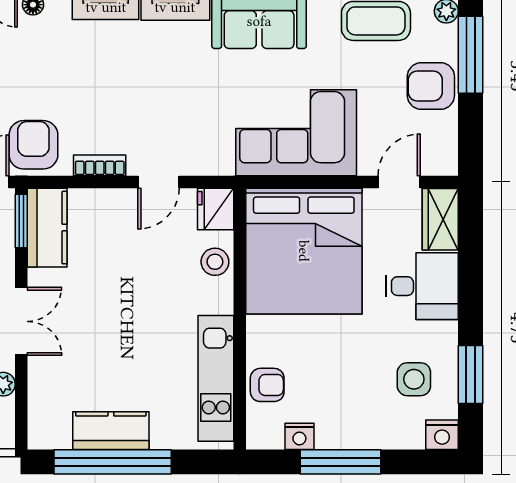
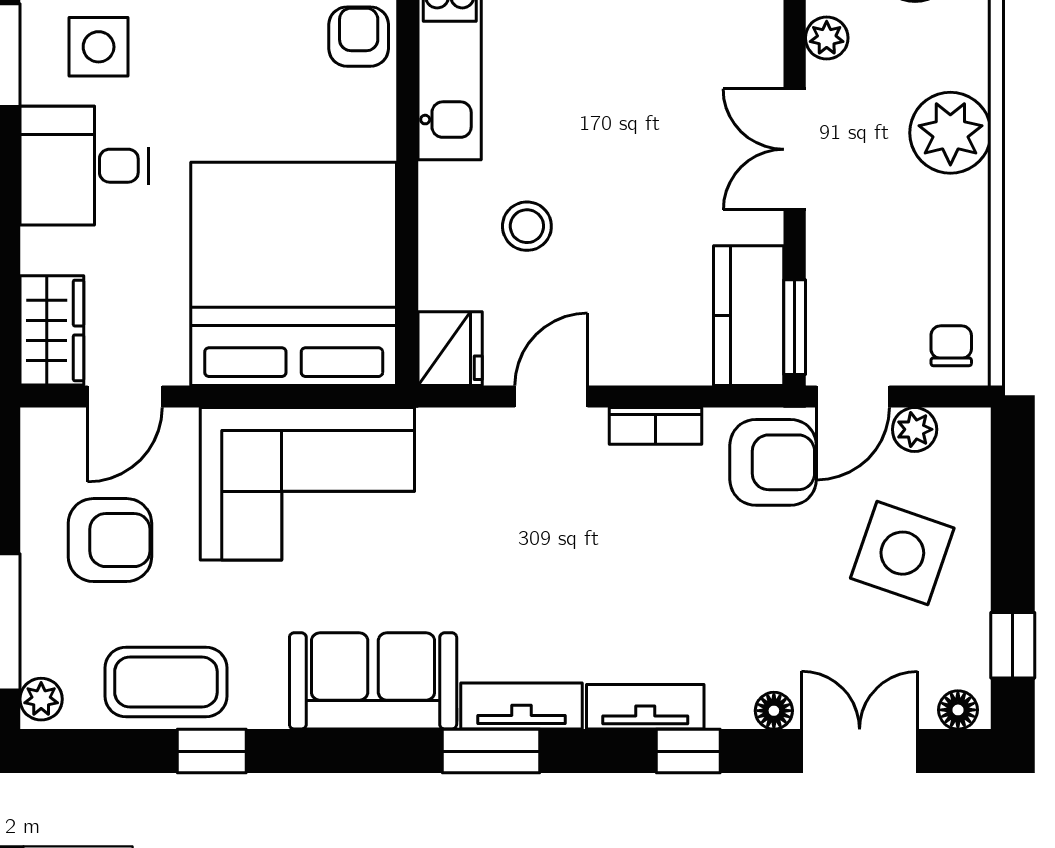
armchair: (431, 86) -> (110, 540), moved
armchair: (33, 145) -> (773, 462), turned -90
stool: (215, 262) -> (527, 226), moved
desk: (422, 286) -> (84, 166), moved
armchair: (267, 385) -> (359, 37), turned 90

